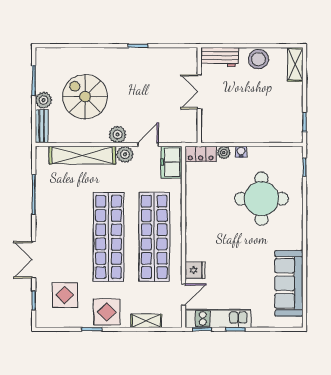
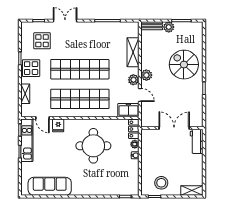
stool: (258, 59) -> (161, 183), moved
double door: (199, 92) -> (174, 128), width x1.37
spiral stairs: (85, 97) -> (184, 65), moved, turned -90
shelving: (82, 155) -> (133, 52), width x0.68
round table: (261, 199) -> (93, 146), moved

